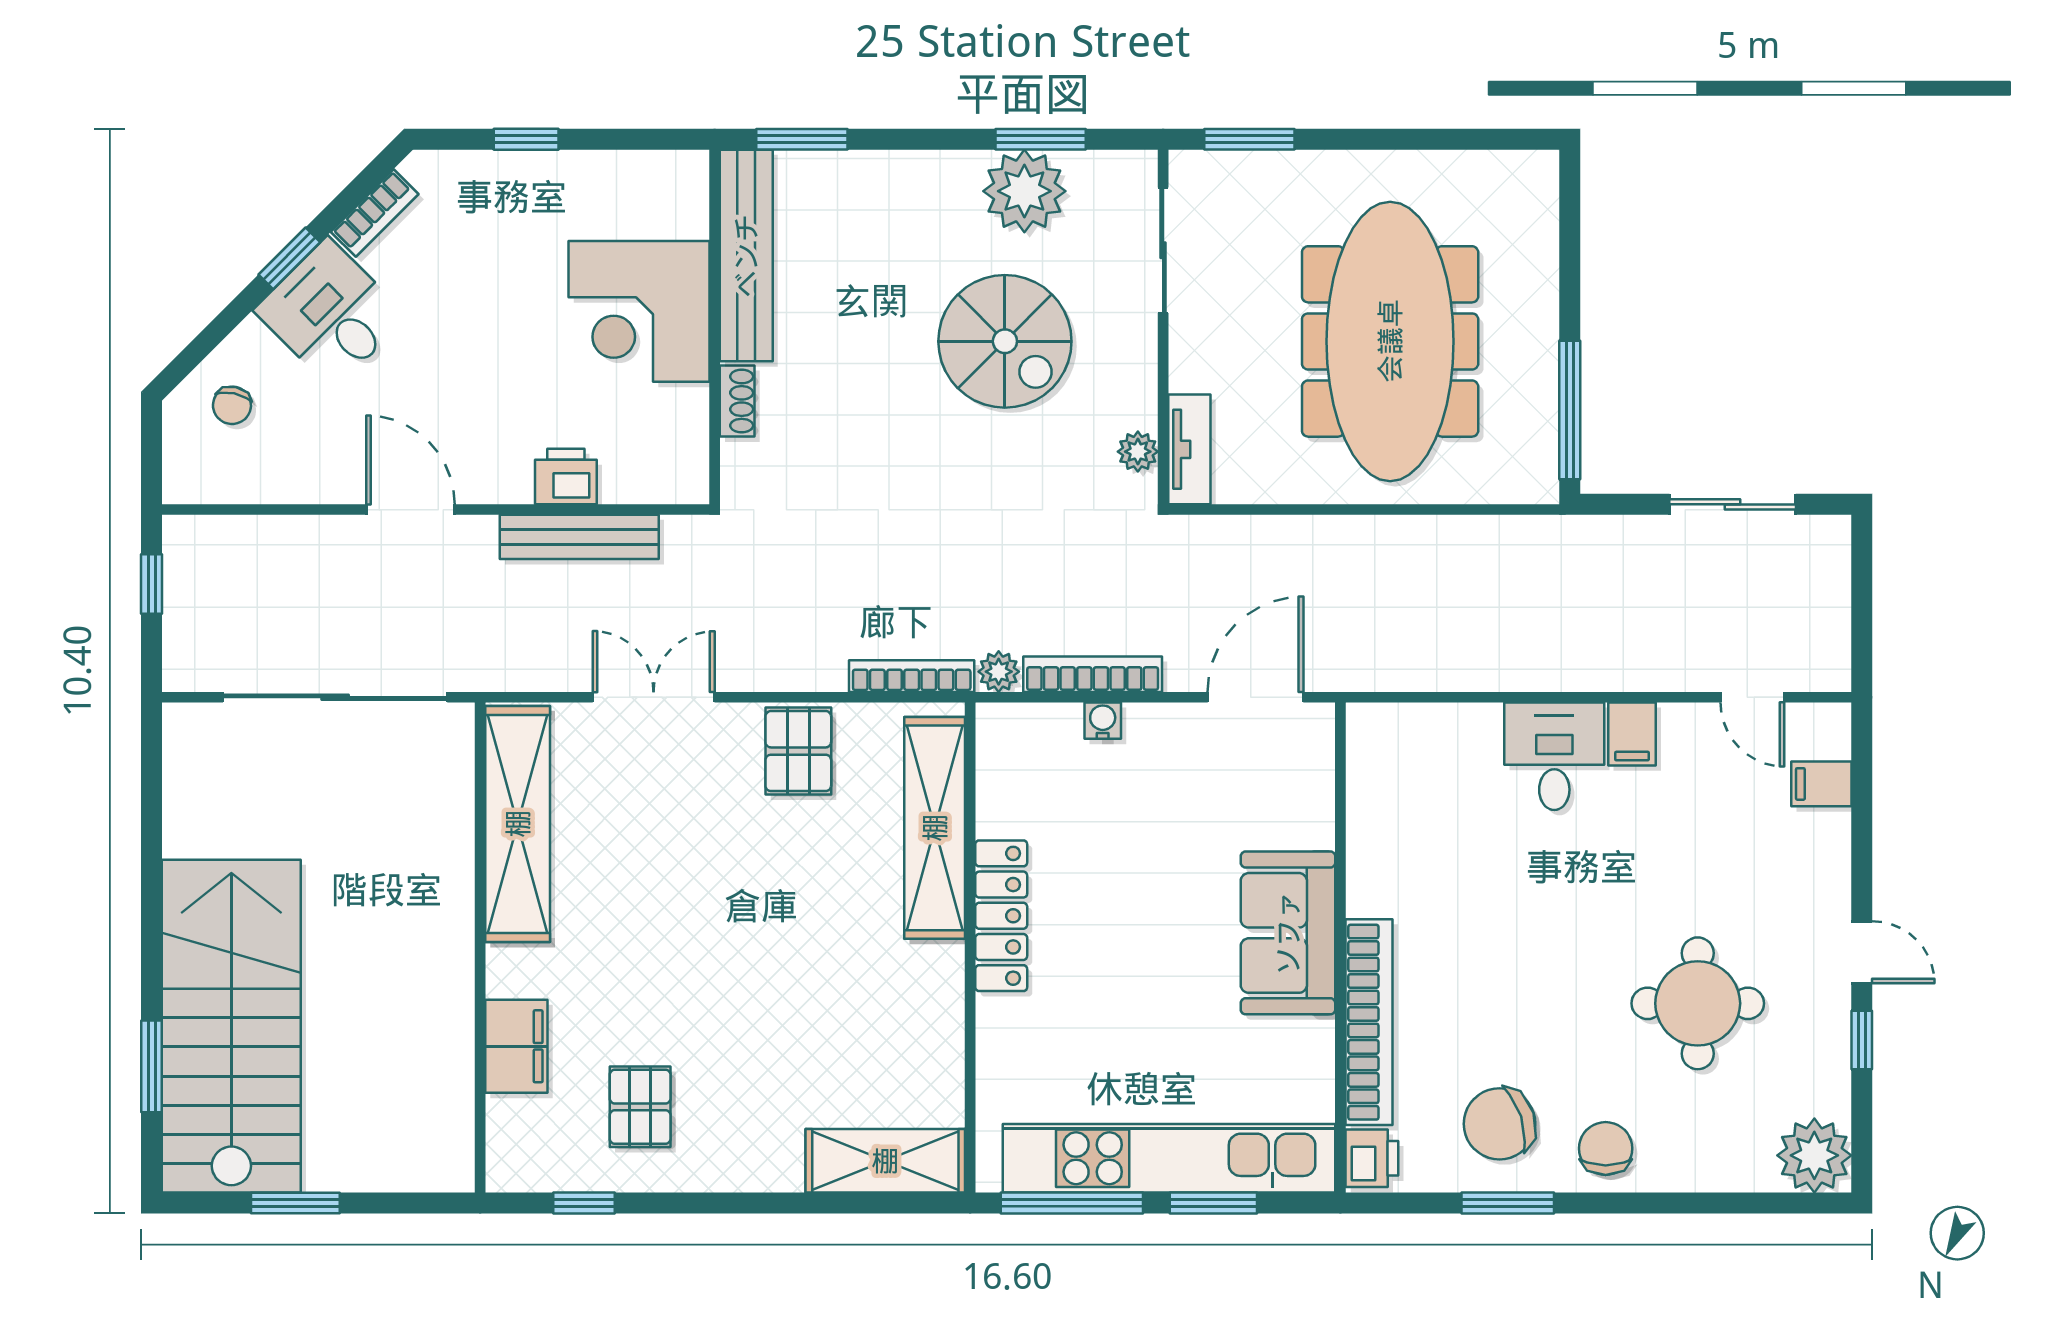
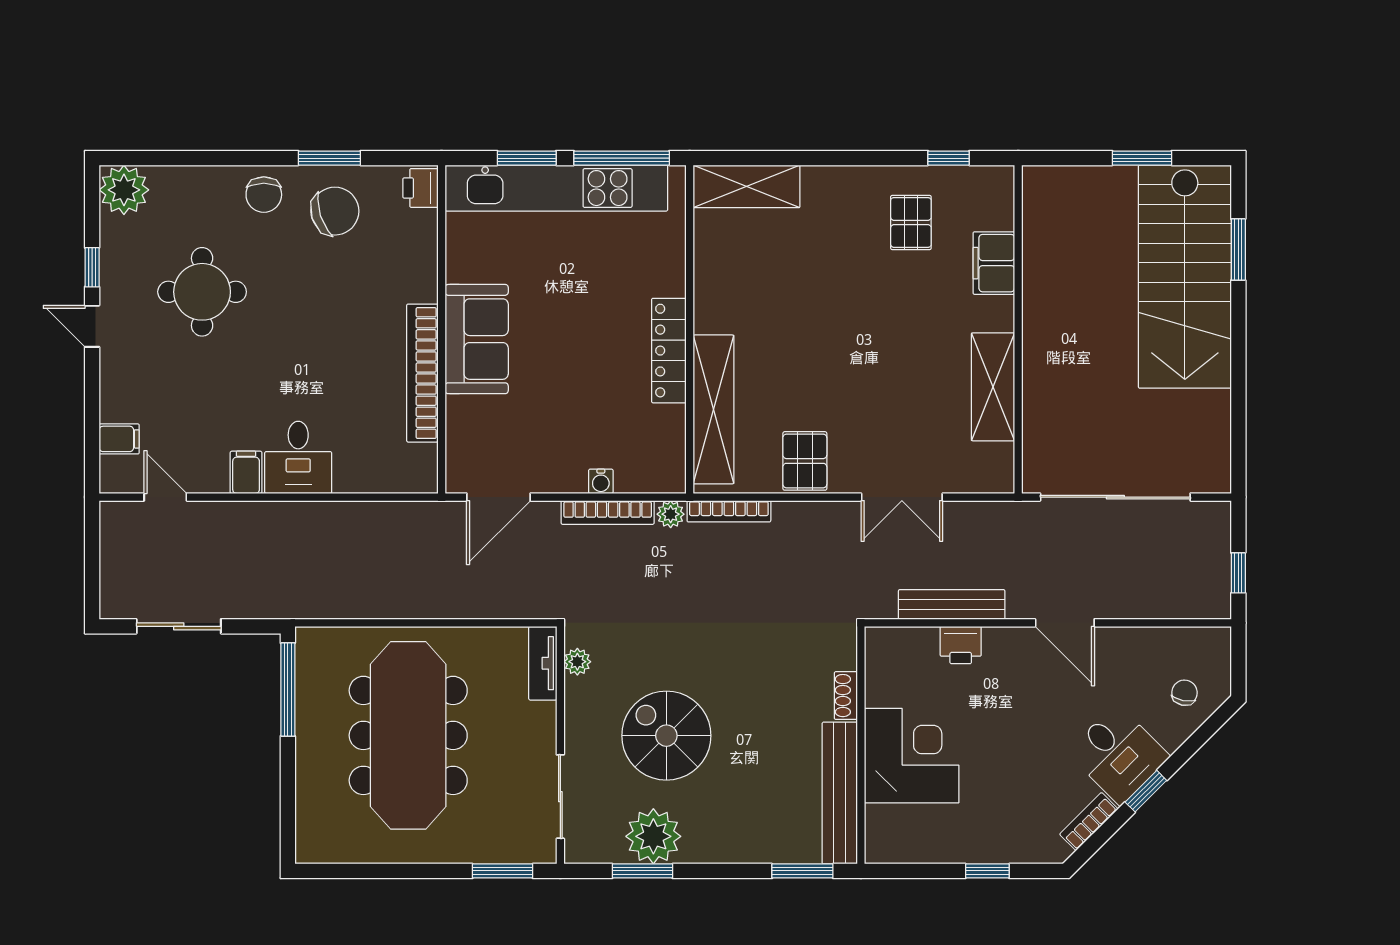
shelving: (518, 824) -> (993, 387), width x0.68
bookcase: (1369, 1022) -> (422, 373), moved

